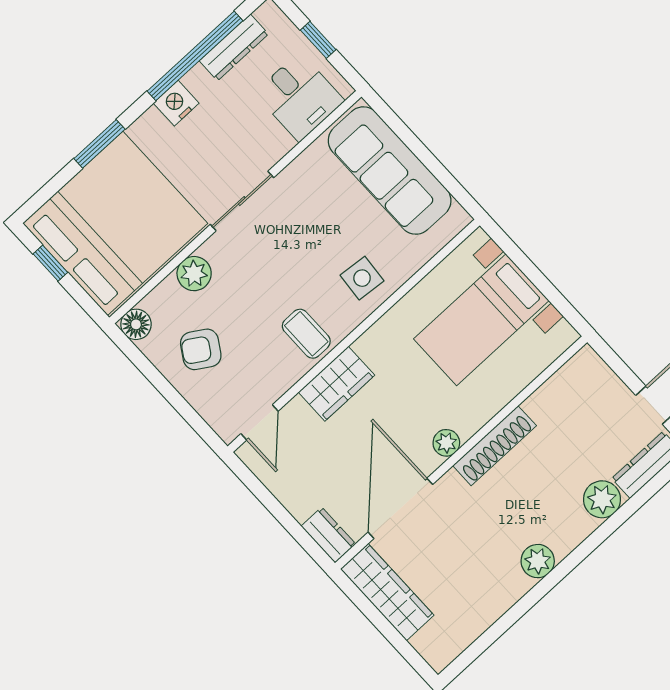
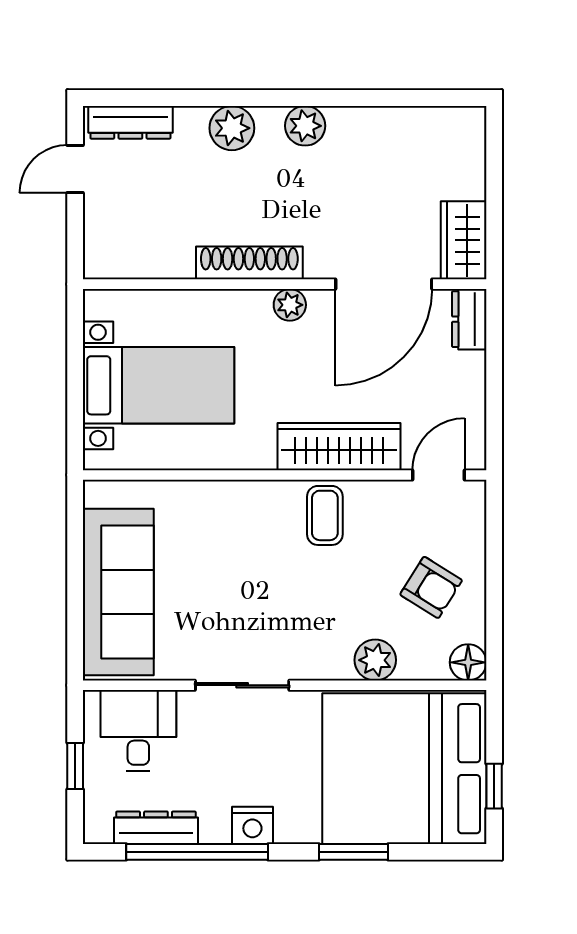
sliding door: (242, 201) -> (242, 685), moved
side table: (362, 278) -> (230, 519), removed
wardrobe: (336, 384) -> (339, 447), width x1.50
plant: (602, 499) -> (232, 128), moved
wardrobe: (387, 592) -> (464, 240), width x0.67

